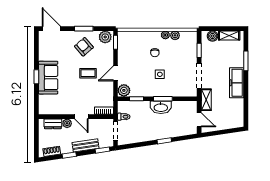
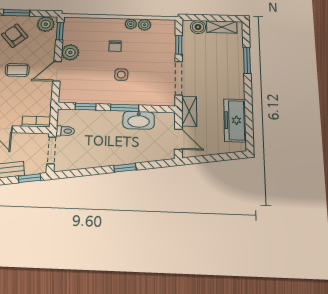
freezer: (237, 83) -> (235, 120), moved
plant: (124, 90) -> (70, 52), moved
washbasin: (161, 107) -> (139, 120), moved

